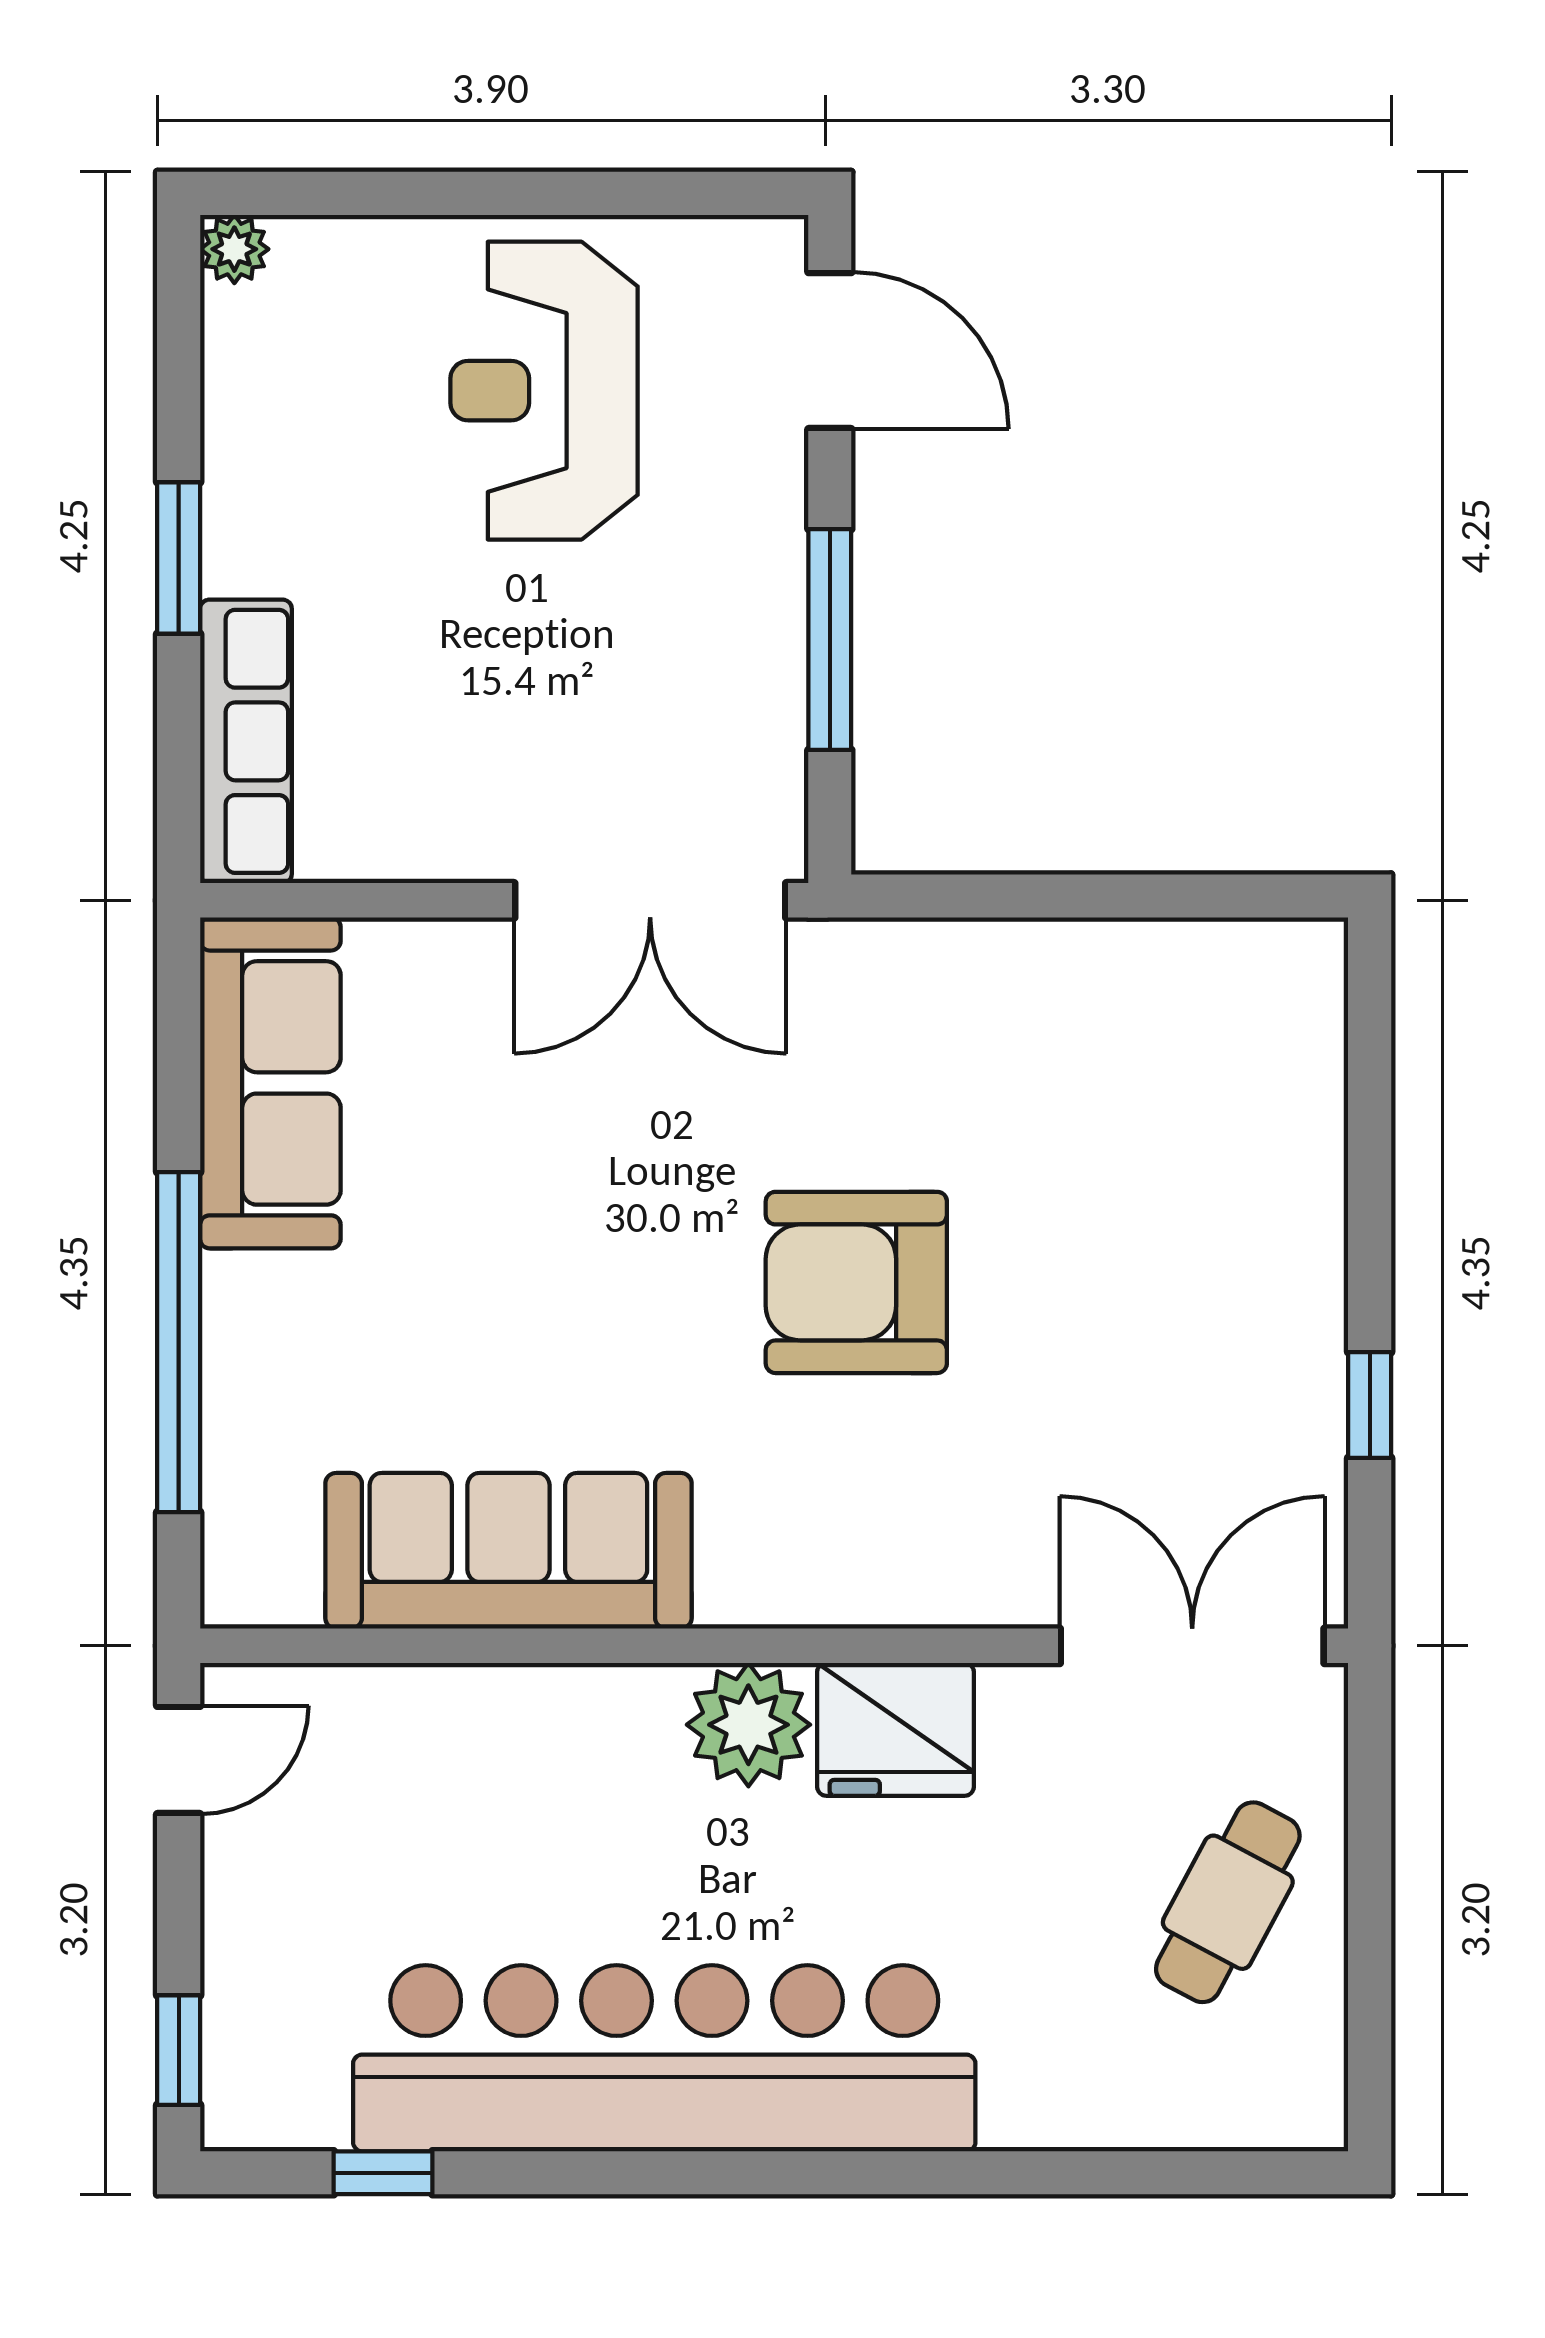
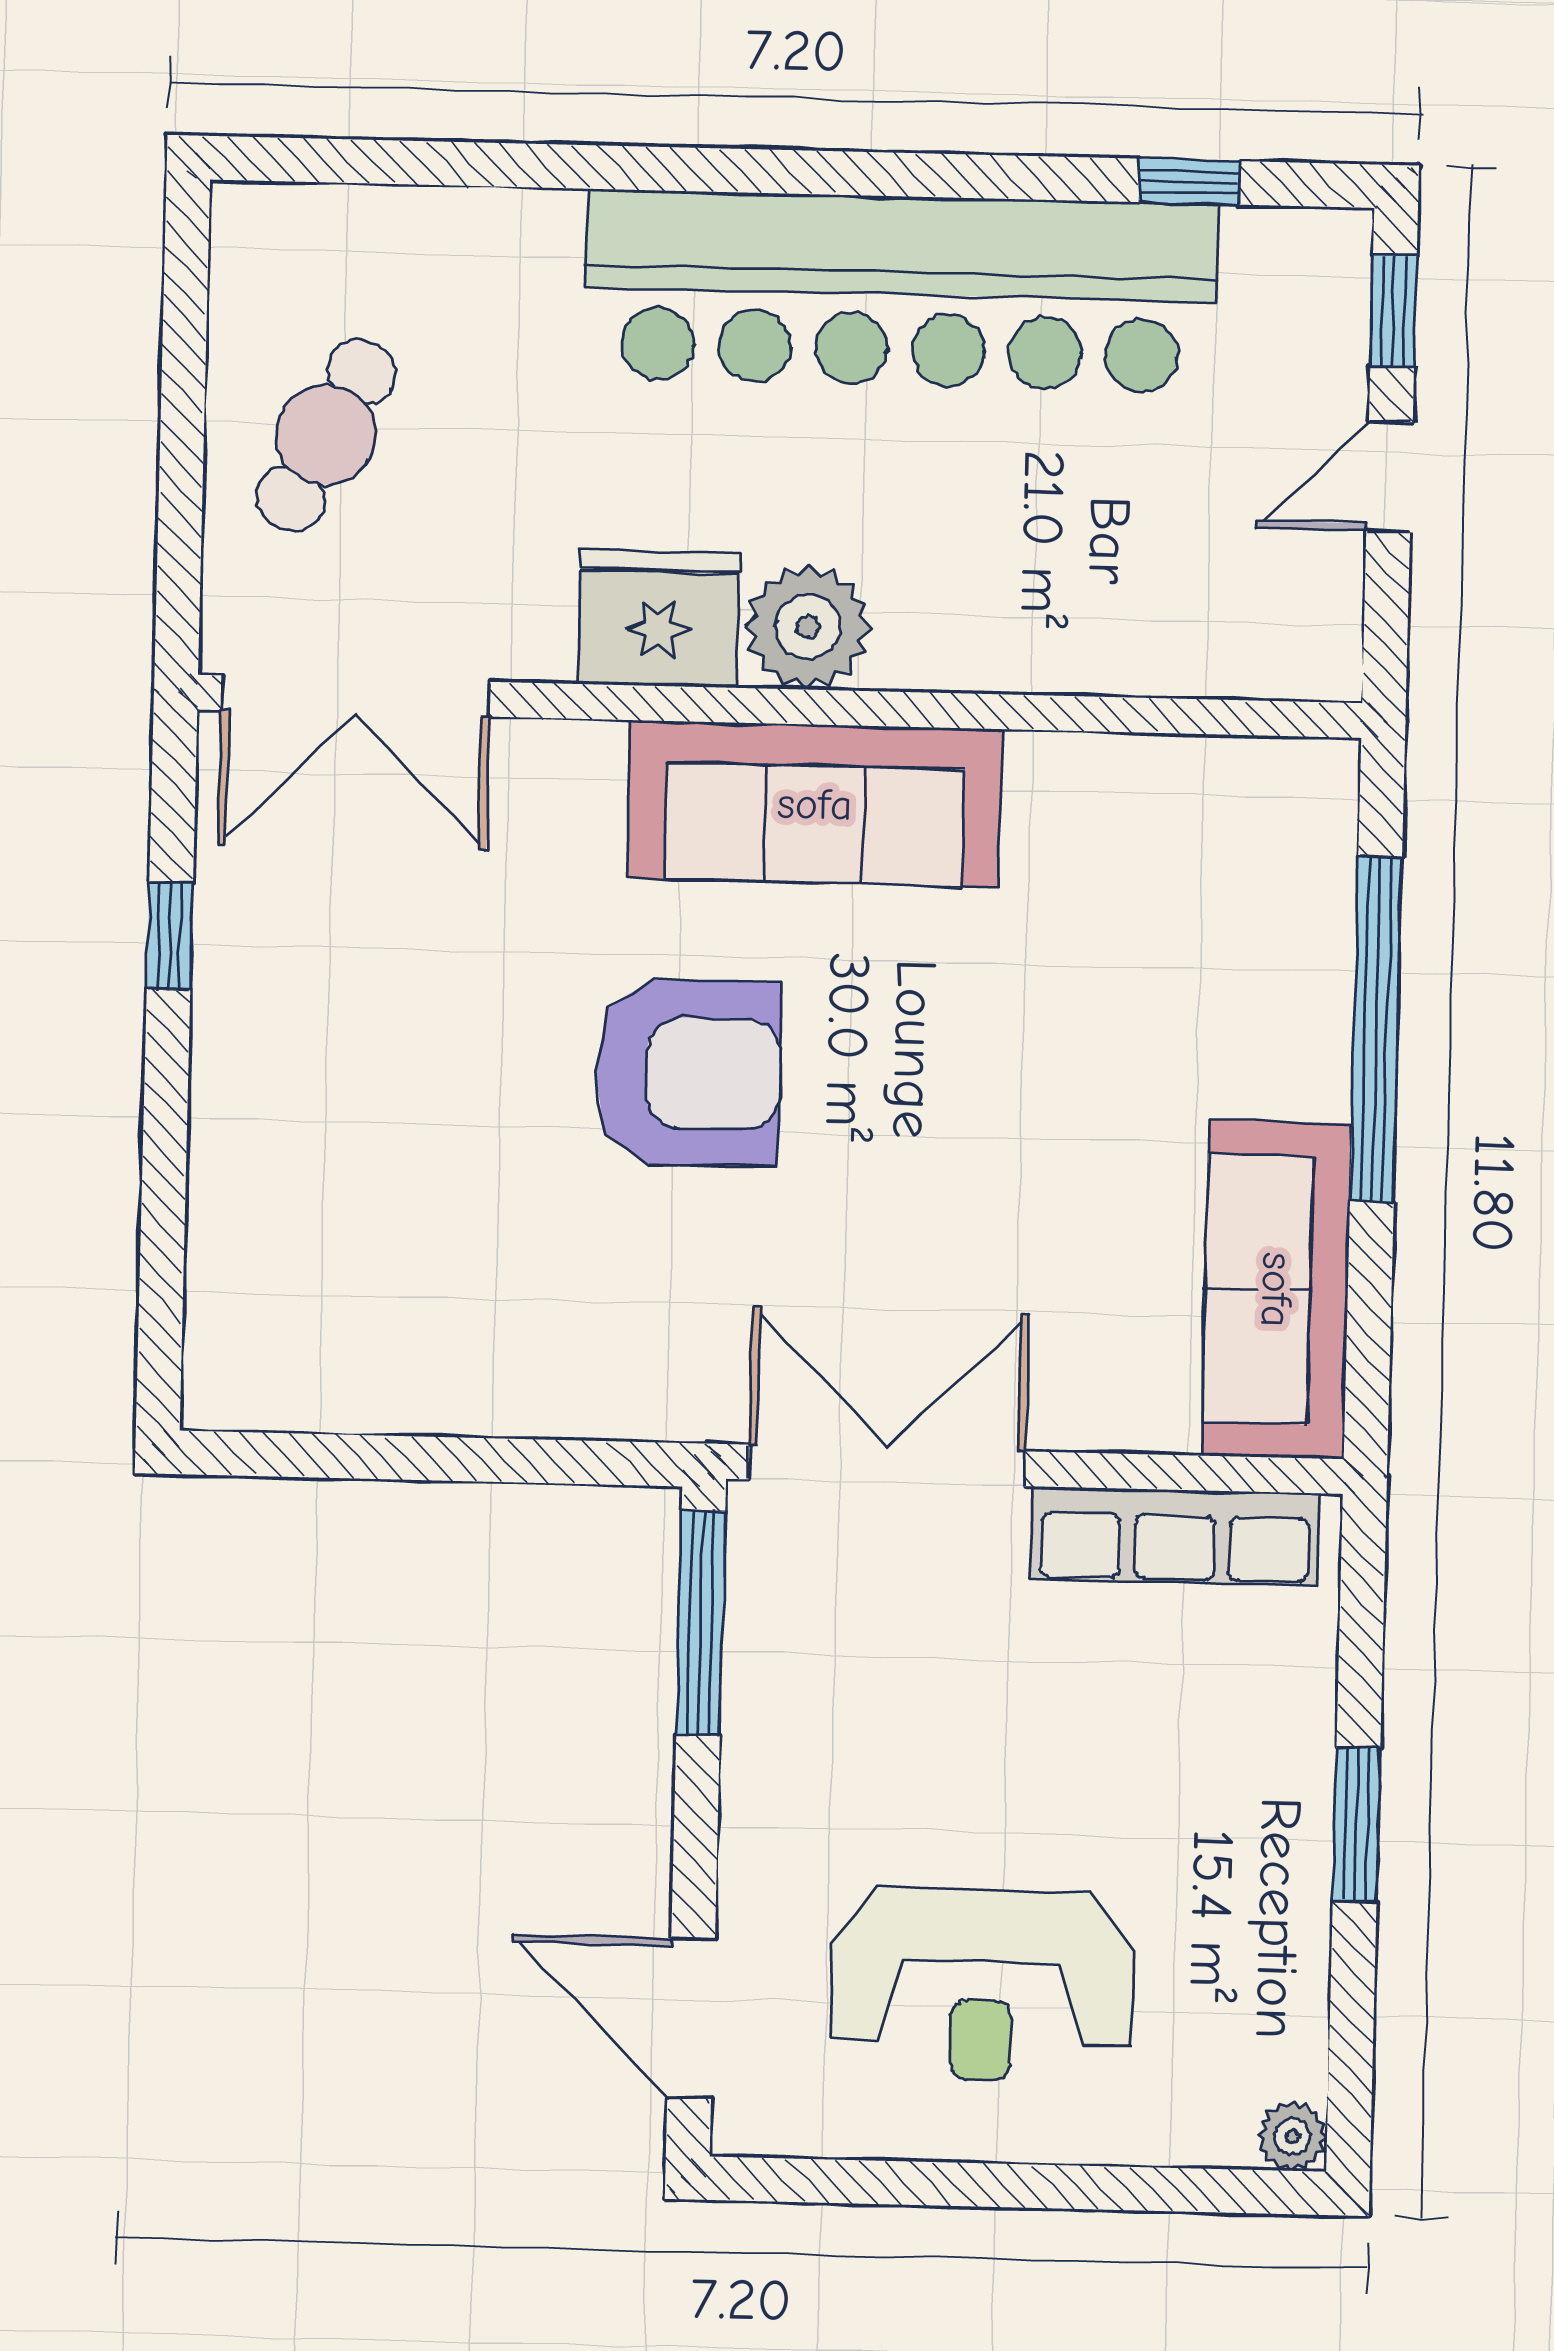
reception desk: (544, 391) -> (982, 1985), turned 90
window: (830, 640) -> (701, 1623), moved
row of seats: (246, 741) -> (1175, 1536), moved, turned -90
sofa: (508, 1551) -> (815, 804), moved
door: (179, 1760) -> (1390, 477), moved

